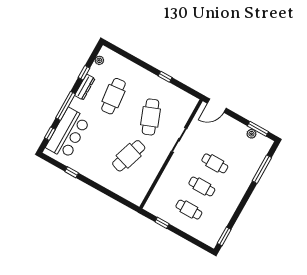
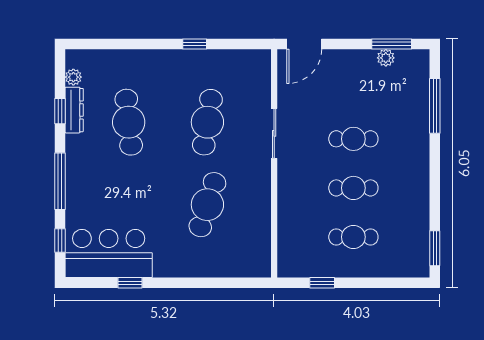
dresser: (85, 87) -> (74, 110), moved
cafe table: (150, 117) -> (207, 122), turned 30
bar counter: (68, 134) -> (109, 253), moved, turned -90

